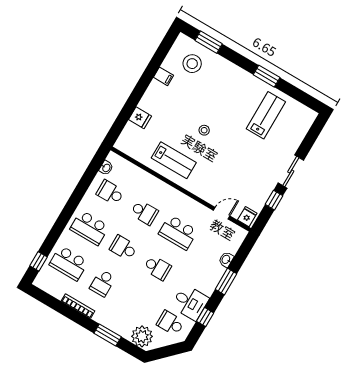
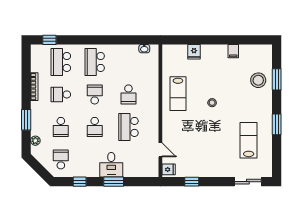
window: (209, 42) -> (277, 79), moved
stool: (192, 64) -> (258, 80), moved
lab bench: (266, 115) -> (249, 140), turned -90
sliding door: (291, 172) -> (248, 182), moved
school desk: (110, 193) -> (61, 127), moved, turned 180
washbasin: (226, 260) -> (129, 172), removed
desk: (190, 302) -> (111, 165), moved
plant: (142, 336) -> (35, 141), width x0.53, depth x0.53

